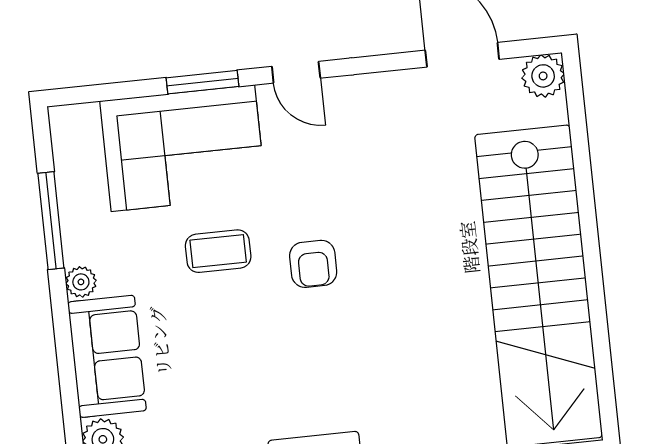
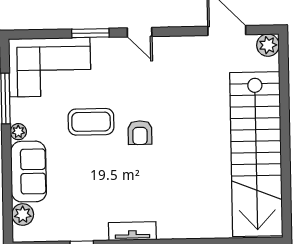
corner sofa: (183, 148) -> (50, 67), moved
coffee table: (218, 251) -> (91, 122), width x1.36, depth x1.30

